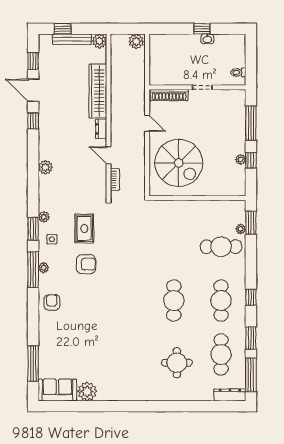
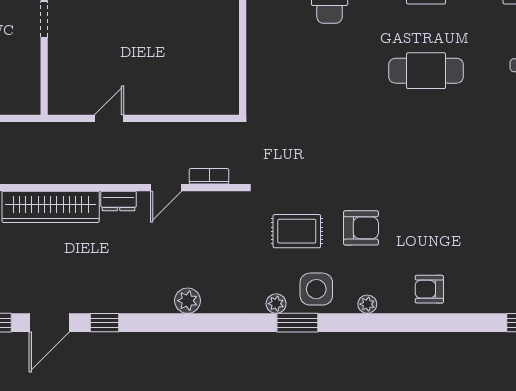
shoe rack: (169, 95) -> (58, 79), removed
spiral stairs: (179, 163) -> (180, 62), removed
side table: (52, 239) -> (316, 289), width x1.87, depth x1.87
armchair: (86, 264) -> (361, 228), turned 90
window: (33, 270) -> (371, 323), removed

